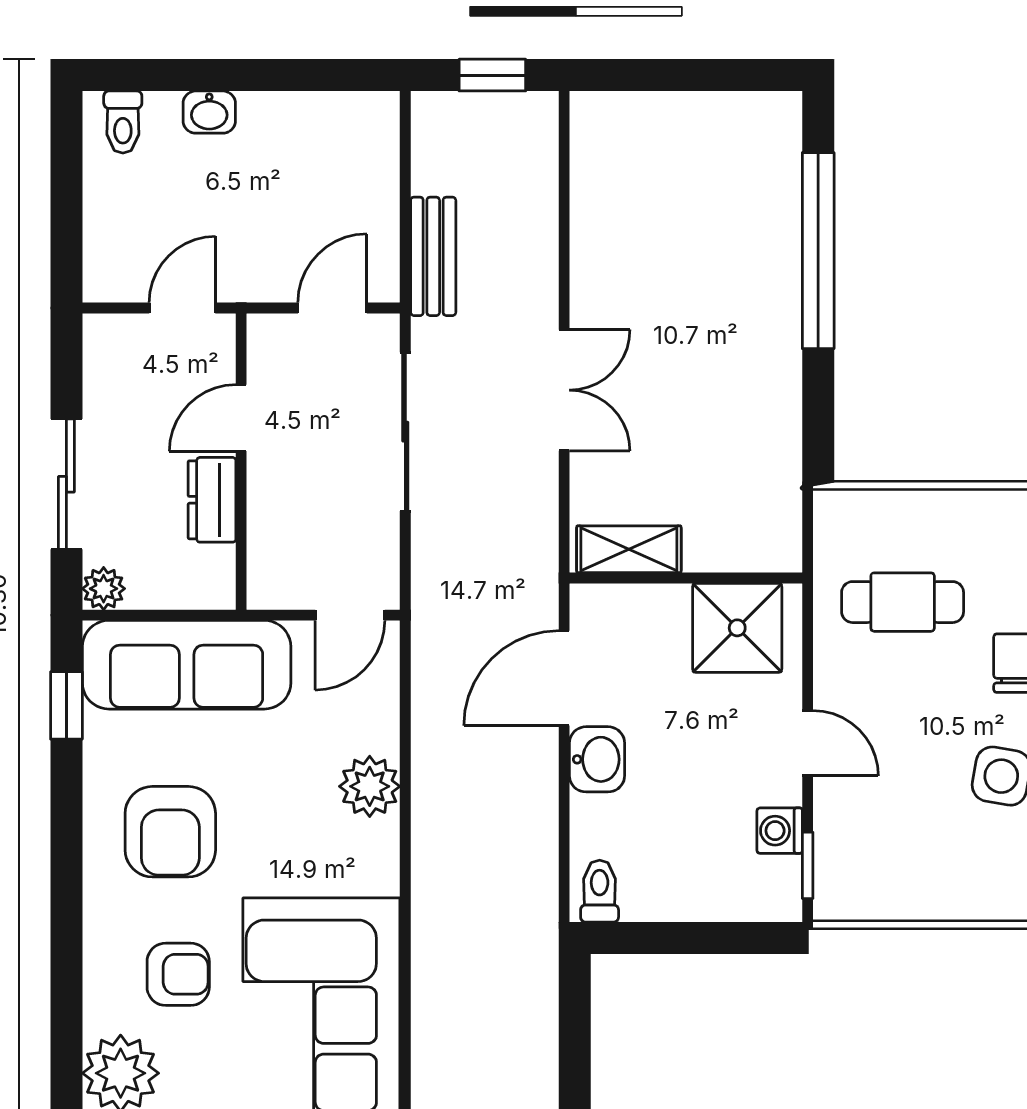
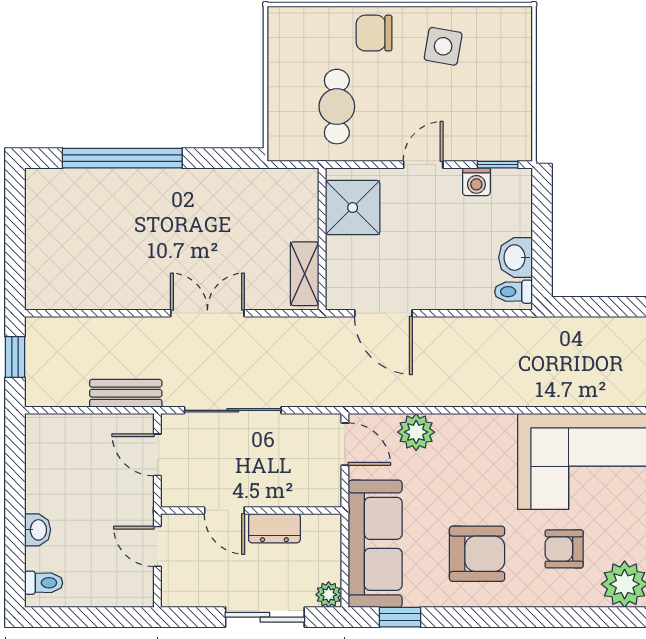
washbasin: (597, 759) -> (515, 258), moved, turned -90
plant: (370, 786) -> (416, 432), moved
armchair: (178, 974) -> (564, 549), turned -90

